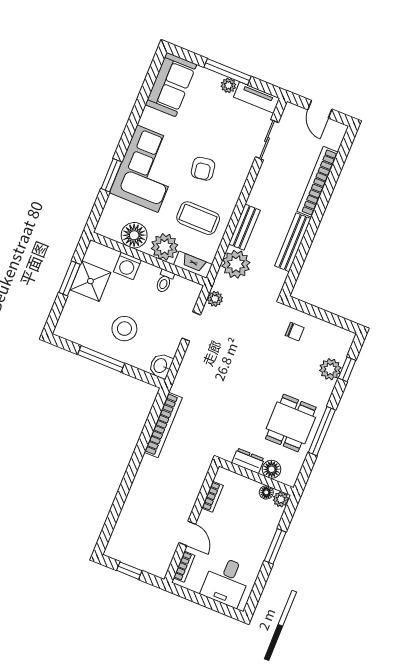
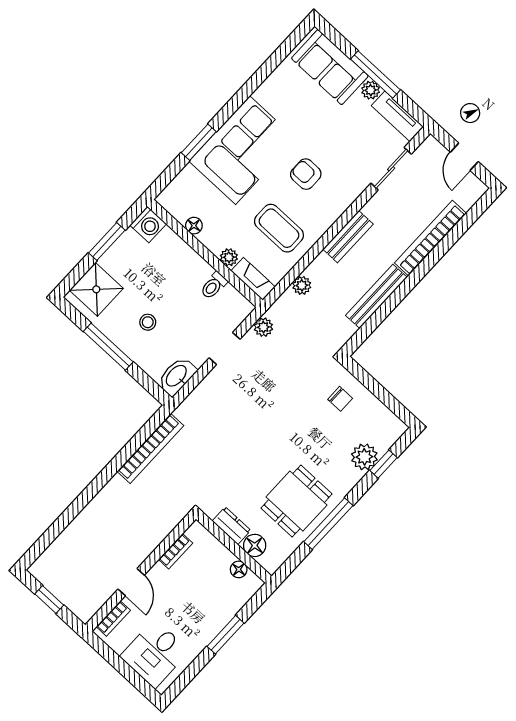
sofa: (171, 85) -> (330, 67), moved, turned 90
armchair: (203, 169) -> (306, 174), turned 99
bench: (244, 227) -> (348, 237), moved
floor lamp: (134, 235) -> (194, 226), width x0.53, depth x0.53
plant: (165, 247) -> (229, 257), width x0.53, depth x0.53
plant: (236, 264) -> (302, 285), width x0.53, depth x0.53
washing machine: (127, 266) -> (148, 225), moved, turned -90
shower: (90, 281) -> (96, 289), moved
stool: (124, 329) -> (148, 322), width x0.53, depth x0.53
washbasin: (161, 366) -> (177, 376), width x1.38
plant: (281, 499) -> (252, 584), removed

